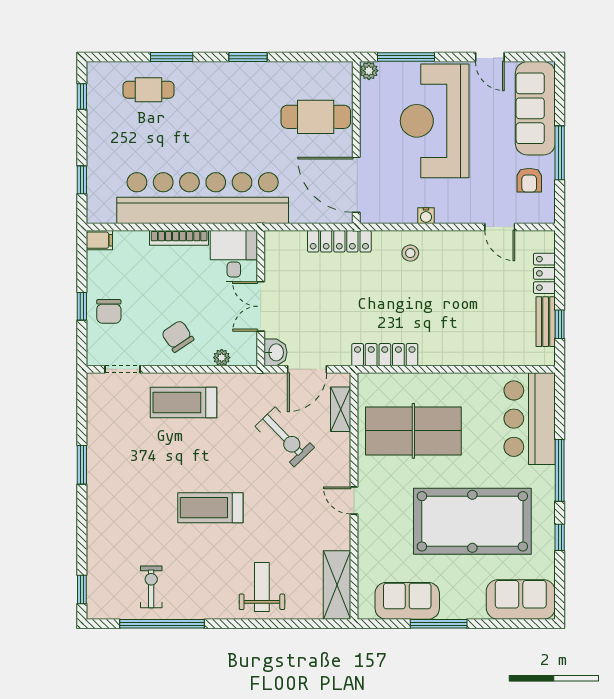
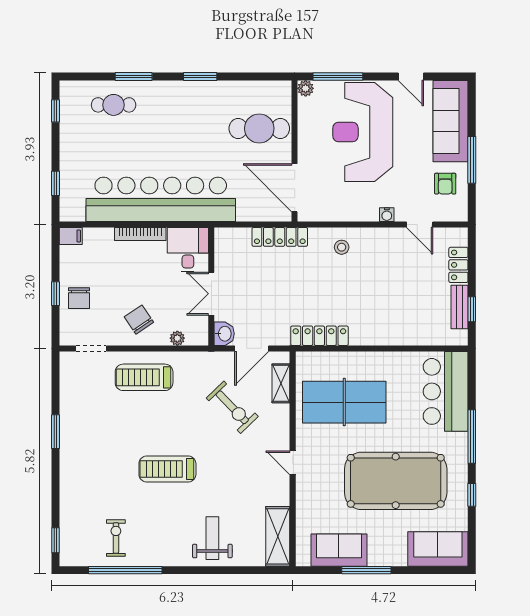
water cooler: (426, 216) -> (387, 215), moved

